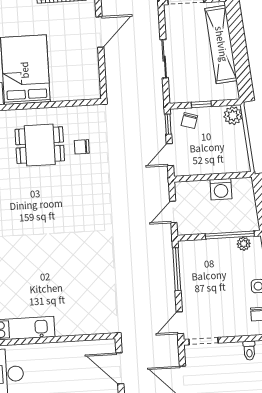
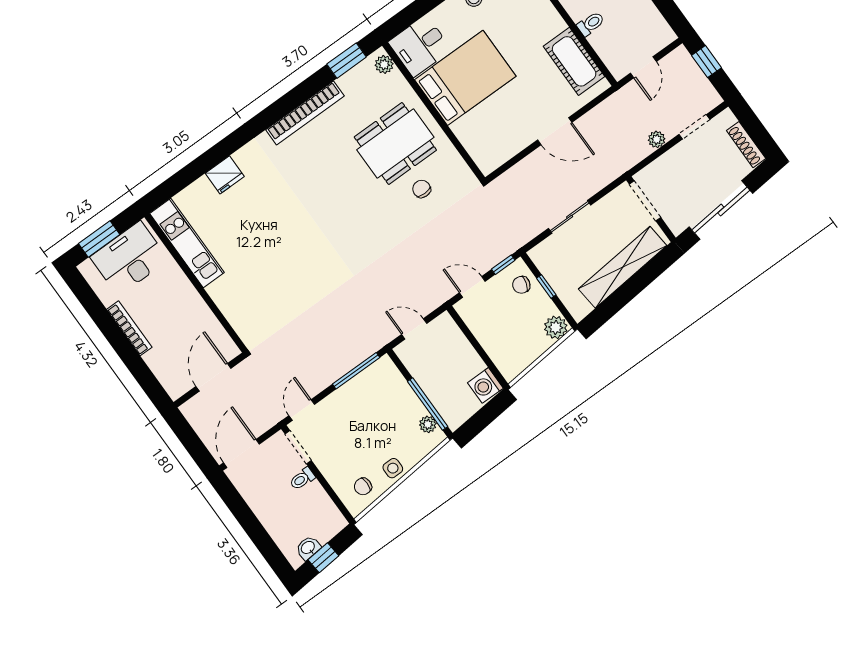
dining table: (40, 145) -> (395, 144), width x1.37
washing machine: (221, 189) -> (485, 385), moved
door: (180, 323) -> (302, 410), hinge flipped
toilet: (249, 351) -> (302, 479), moved

